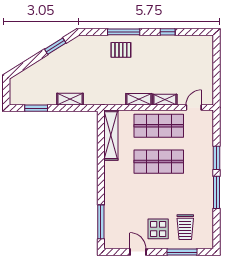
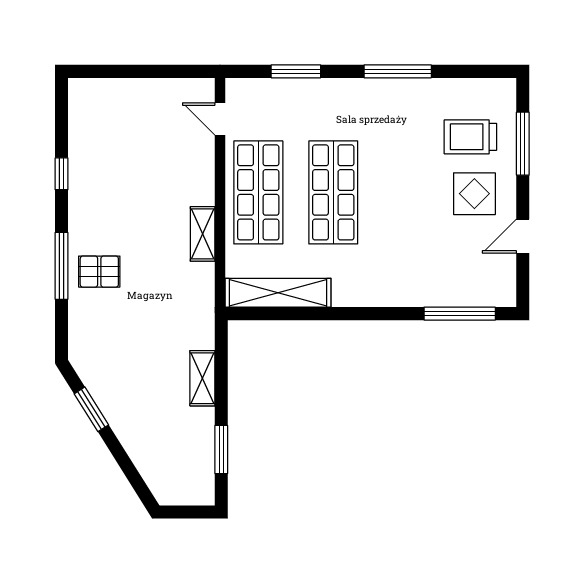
pallet: (121, 50) -> (99, 272), turned 90
shelving: (165, 100) -> (203, 179), removed
window: (217, 158) -> (296, 71), moved
trolley: (185, 227) -> (470, 137), turned 180

